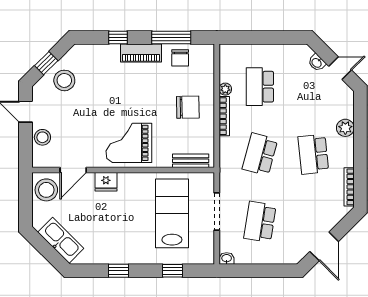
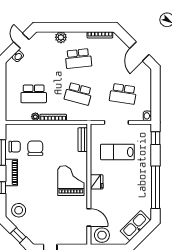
stool: (64, 80) -> (19, 210), moved
chair: (188, 107) -> (35, 148), moved
stool: (42, 137) -> (67, 238), removed
grand piano: (129, 143) -> (71, 181), turned 180
fridge: (106, 182) -> (97, 182), moved
lab bench: (172, 213) -> (117, 152), width x0.73, depth x0.72
door: (324, 246) -> (139, 51), swing flipped
window: (119, 271) -> (155, 187), width x3.17
window: (172, 271) -> (155, 138), moved

